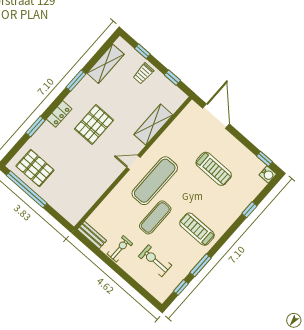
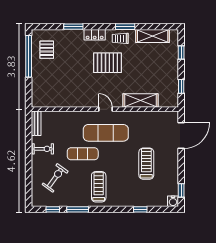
trolley: (143, 74) -> (120, 38), moved
pallet: (35, 168) -> (47, 50), width x0.67, depth x0.71
treadmill: (214, 169) -> (146, 164), turned 180
exercise bike: (155, 261) -> (55, 178), turned 36

